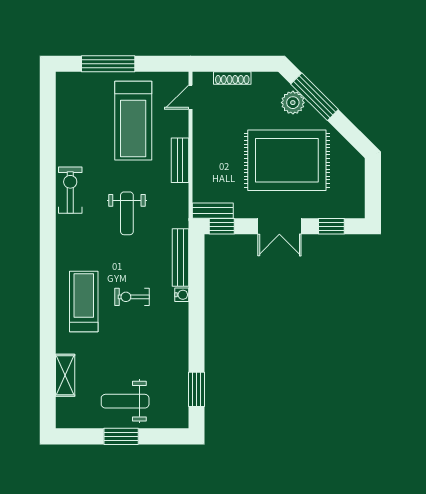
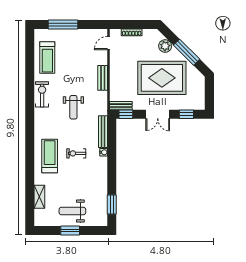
window: (315, 97) -> (187, 52), moved
treadmill: (133, 121) -> (47, 57), moved, width x0.73, depth x0.73

